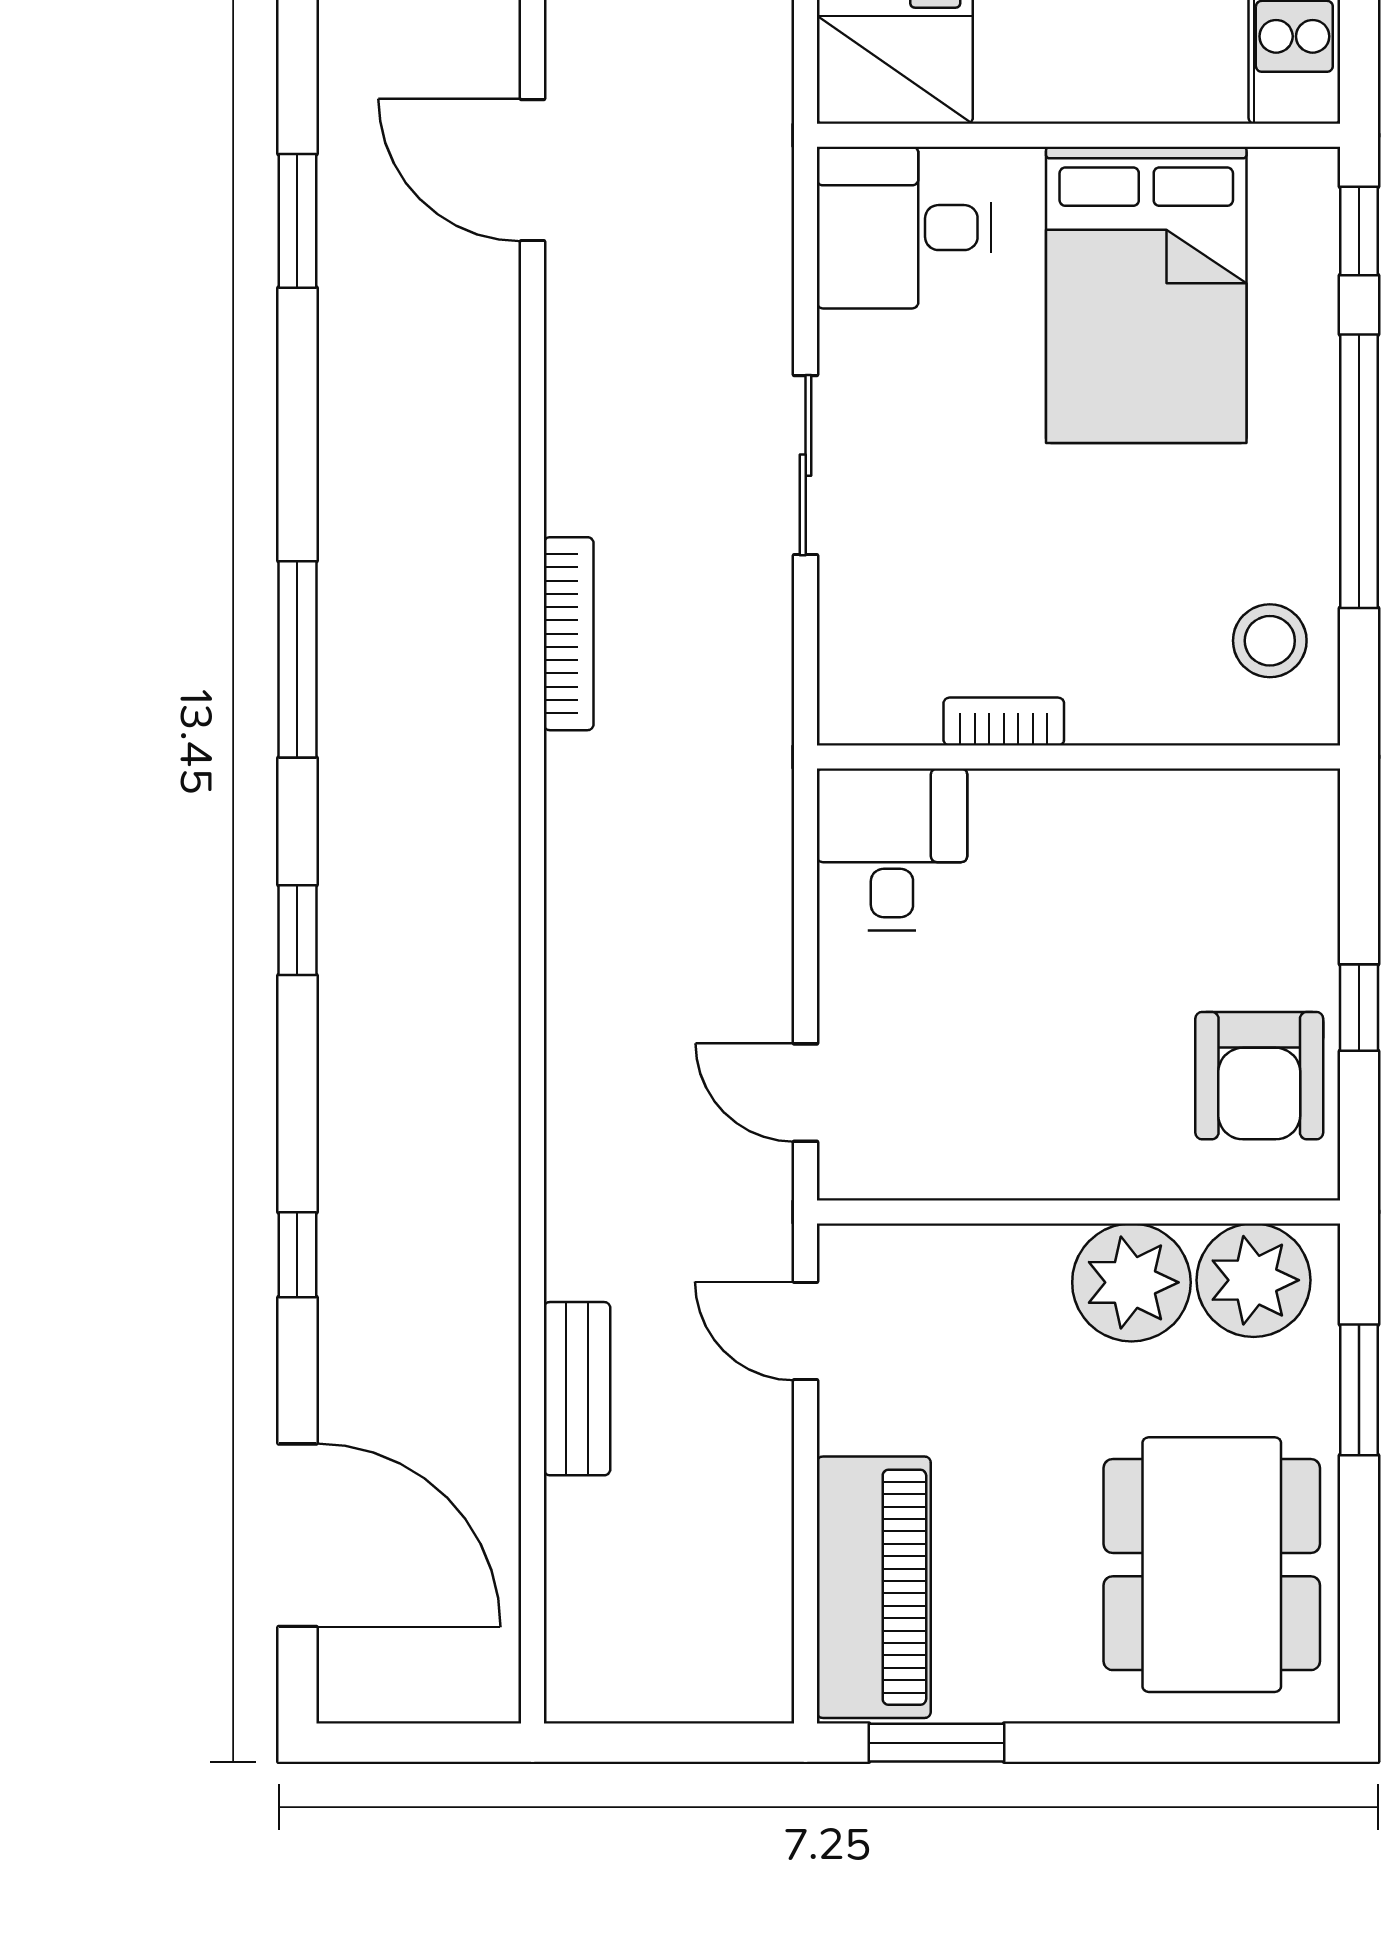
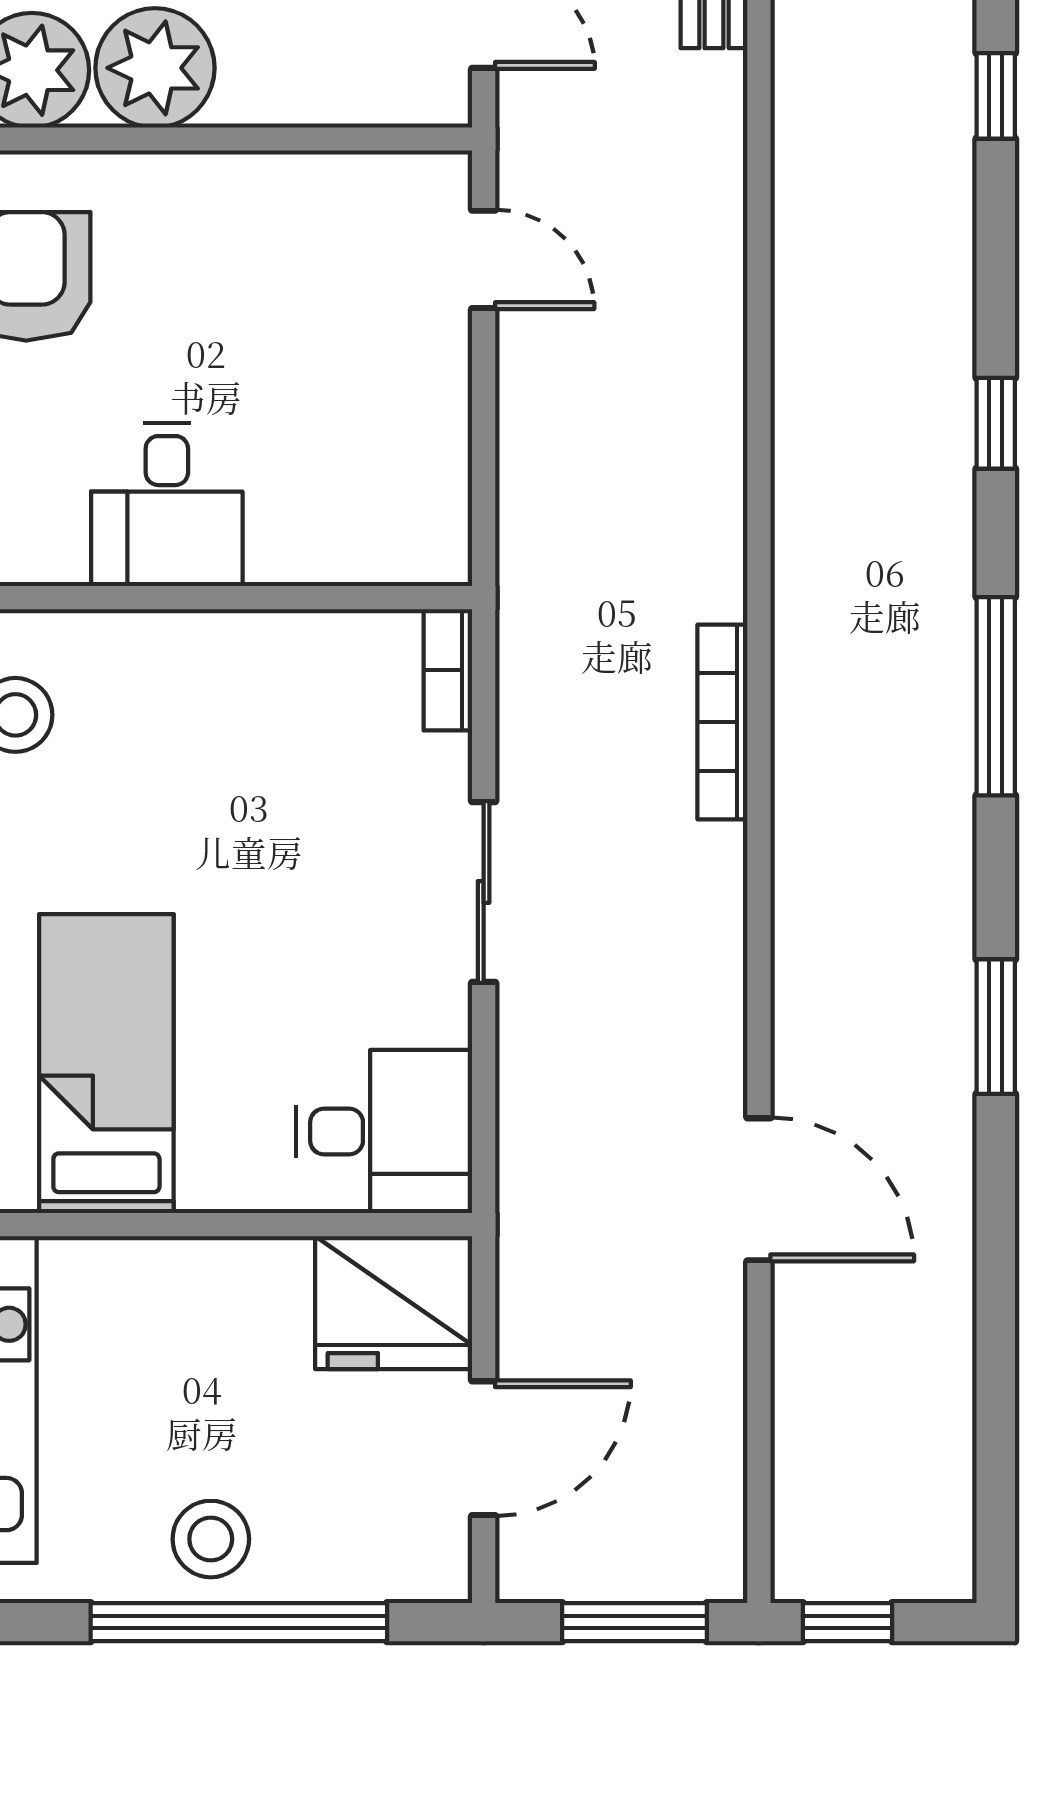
window: (297, 221) -> (996, 1027), moved
bed: (1146, 295) -> (106, 1064), width x0.67
bookcase: (1004, 722) -> (448, 670), moved, turned 90
desk: (892, 849) -> (167, 505), moved

